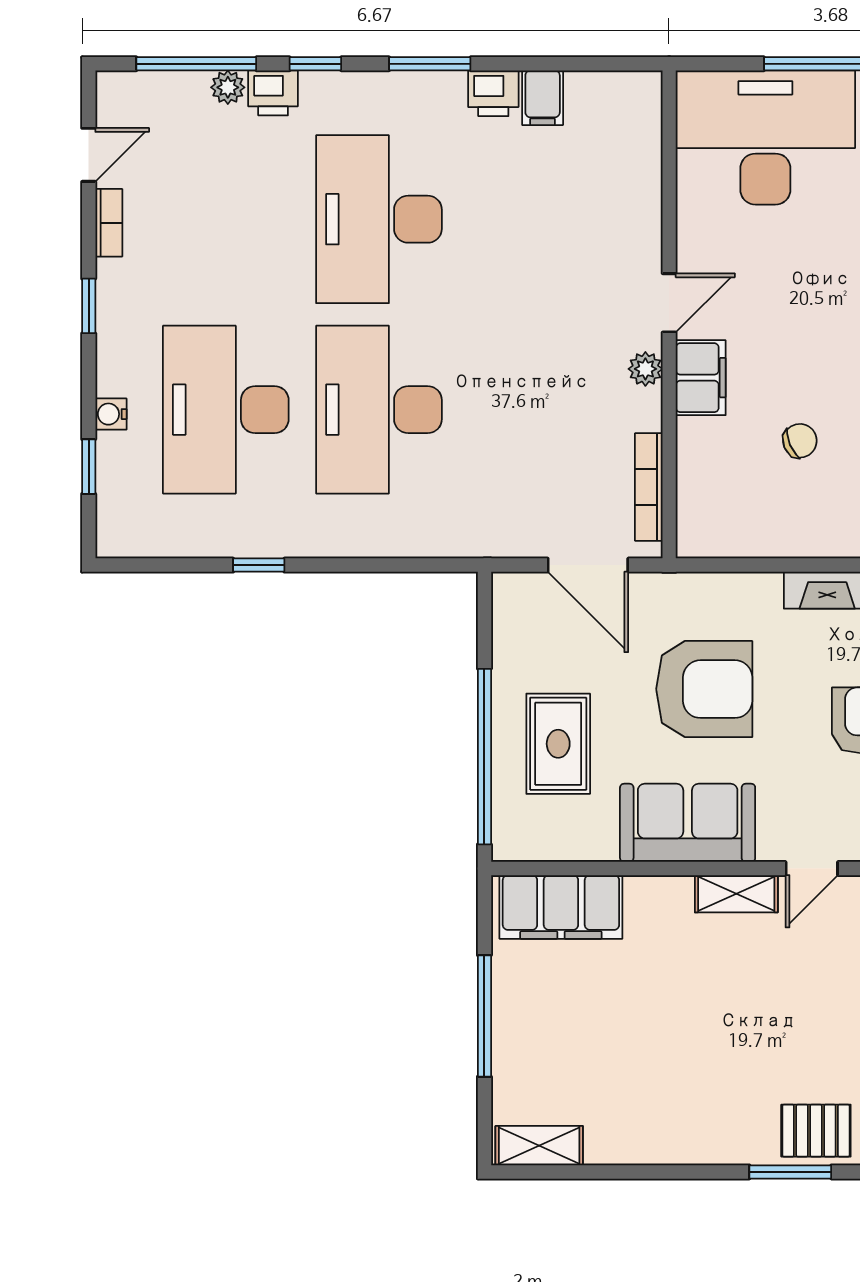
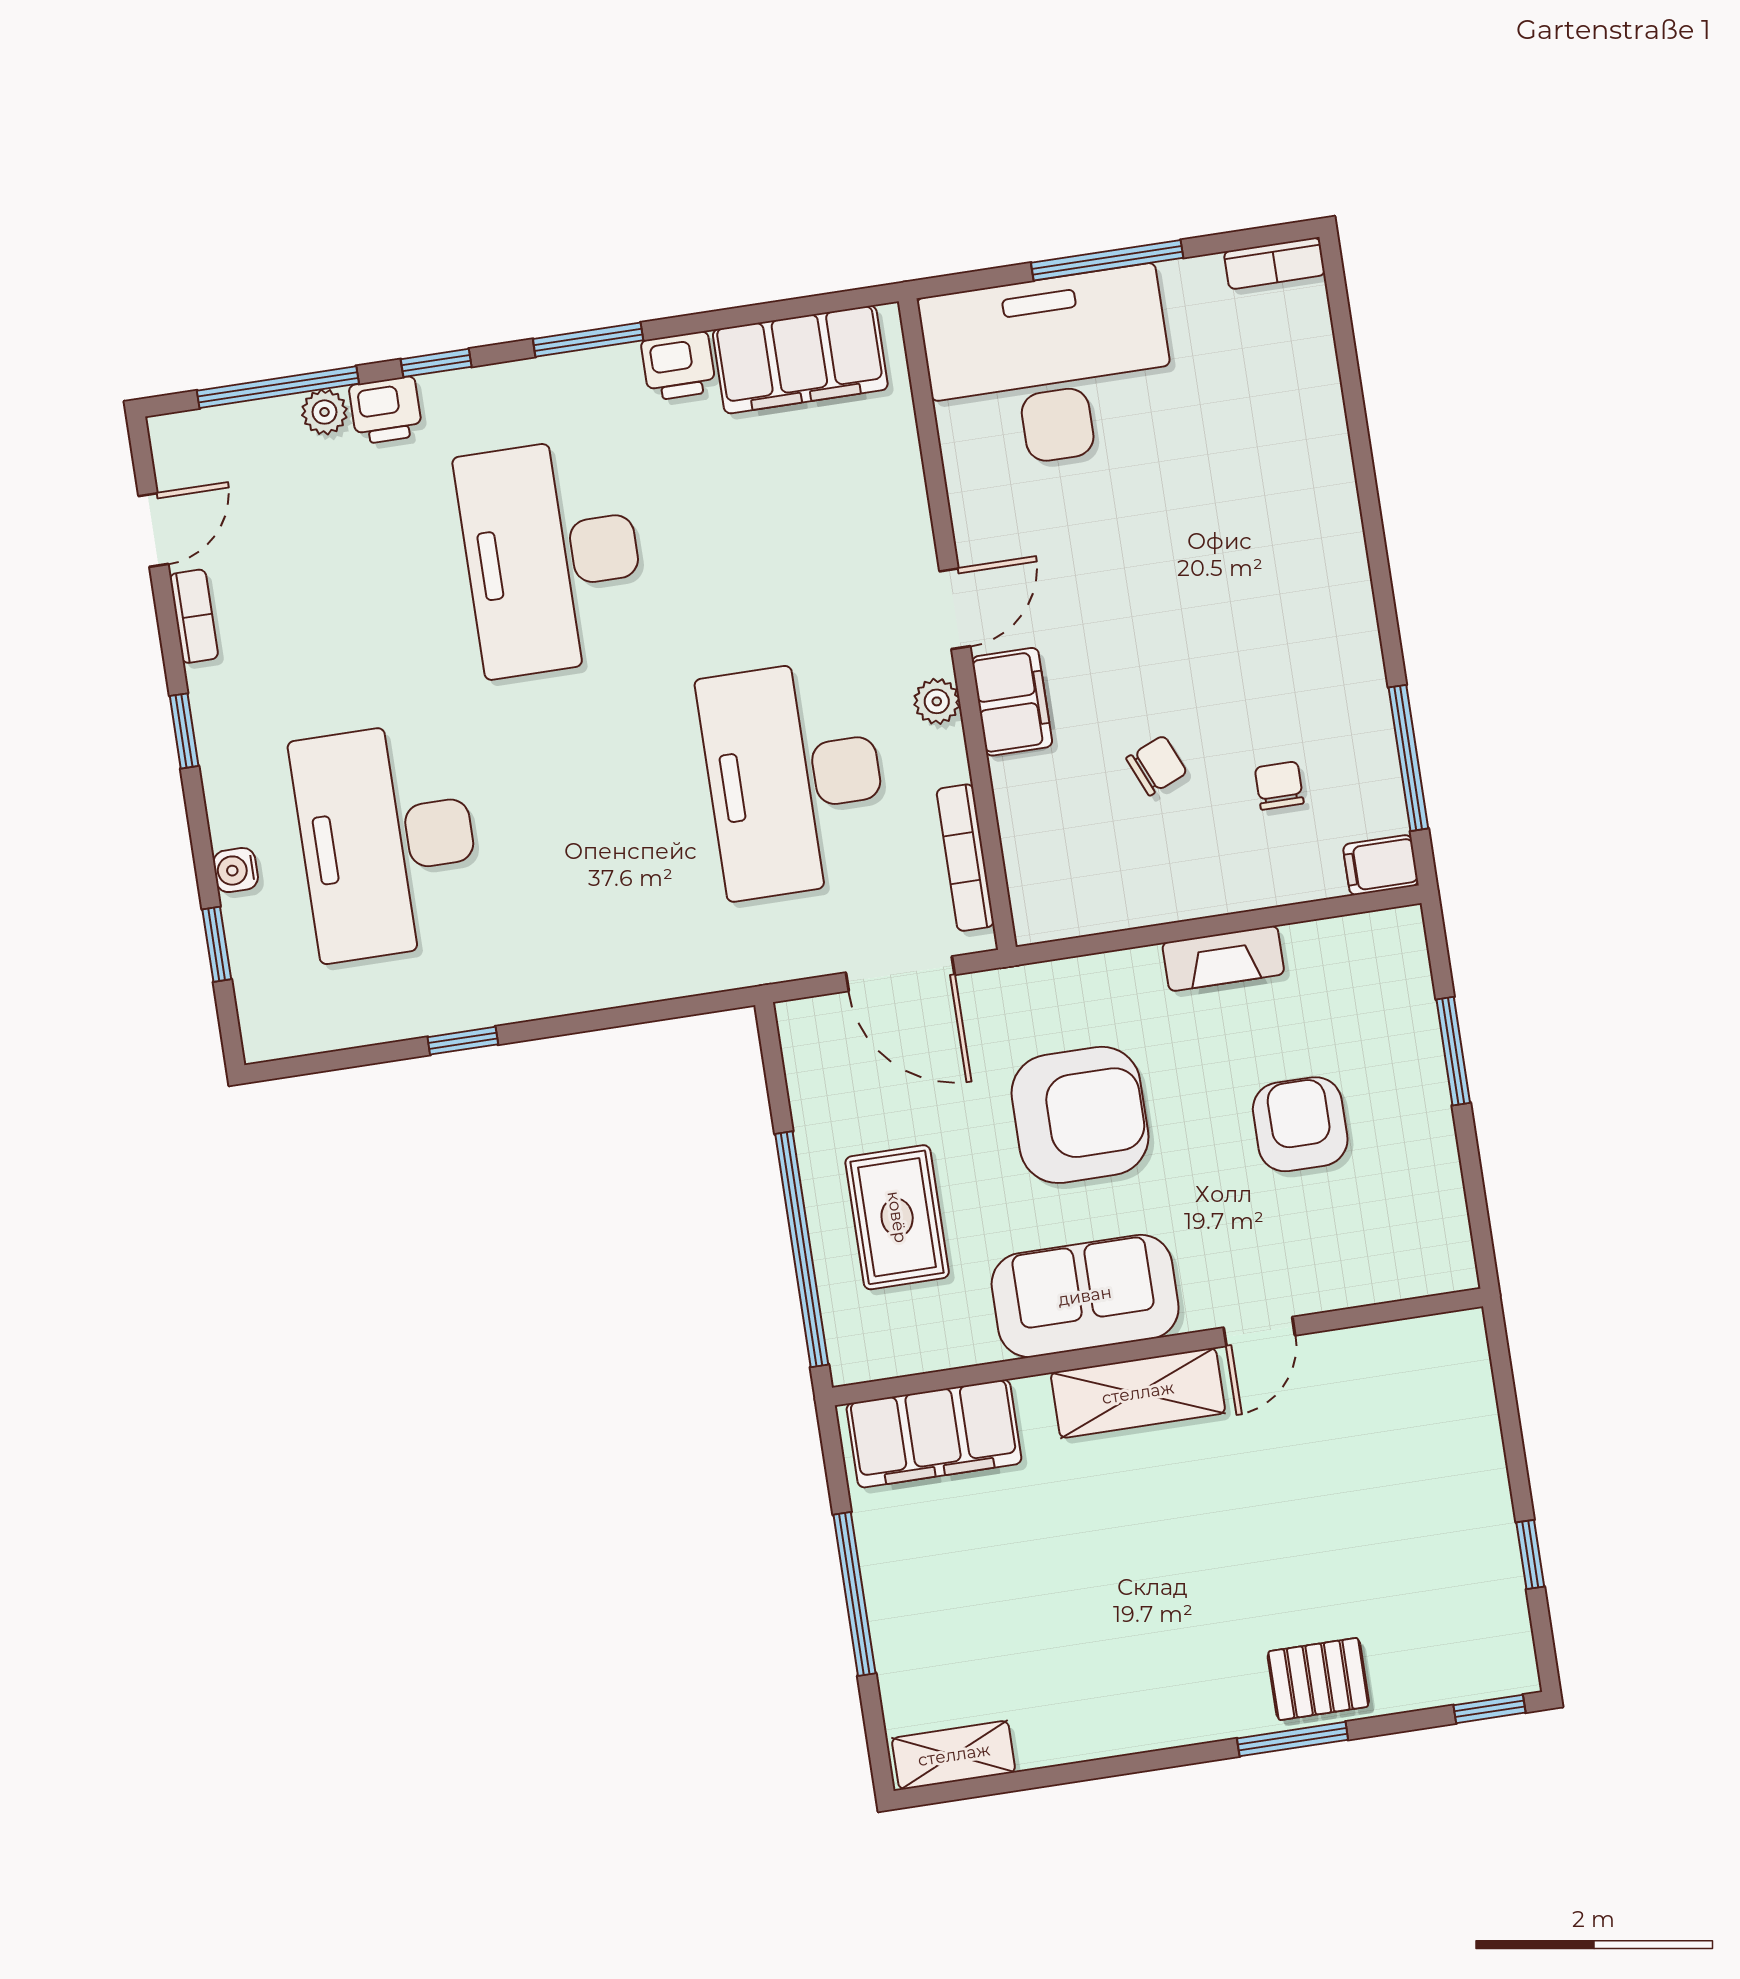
filing cabinet: (543, 98) -> (800, 360), width x3.00, depth x1.17
desk: (379, 410) -> (794, 779), moved
shelving: (736, 894) -> (1138, 1393), width x1.50, depth x1.33

